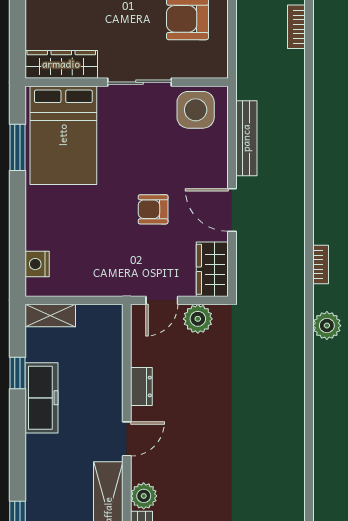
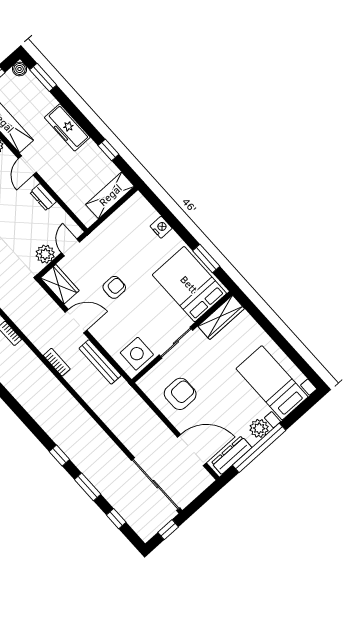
bookcase: (296, 27) -> (57, 362), moved
nightstand: (37, 264) -> (161, 227), moved
shelving: (50, 316) -> (110, 195), width x1.50, depth x1.33
freezer: (42, 398) -> (67, 127), moved

